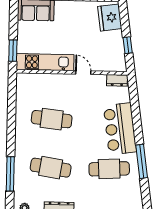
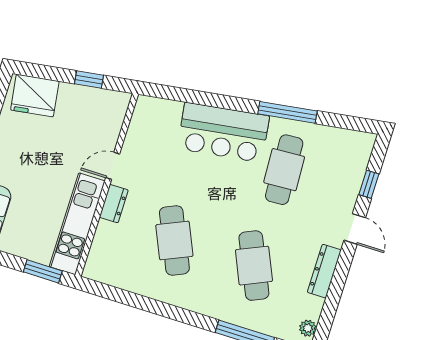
dresser: (117, 80) -> (114, 204), moved
cafe table: (52, 119) -> (174, 240), turned -30
cafe table: (51, 168) -> (254, 266), turned -33

